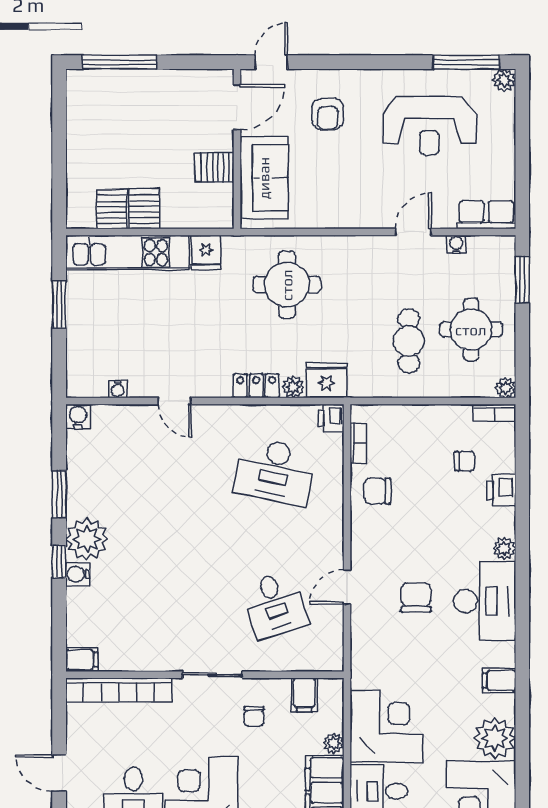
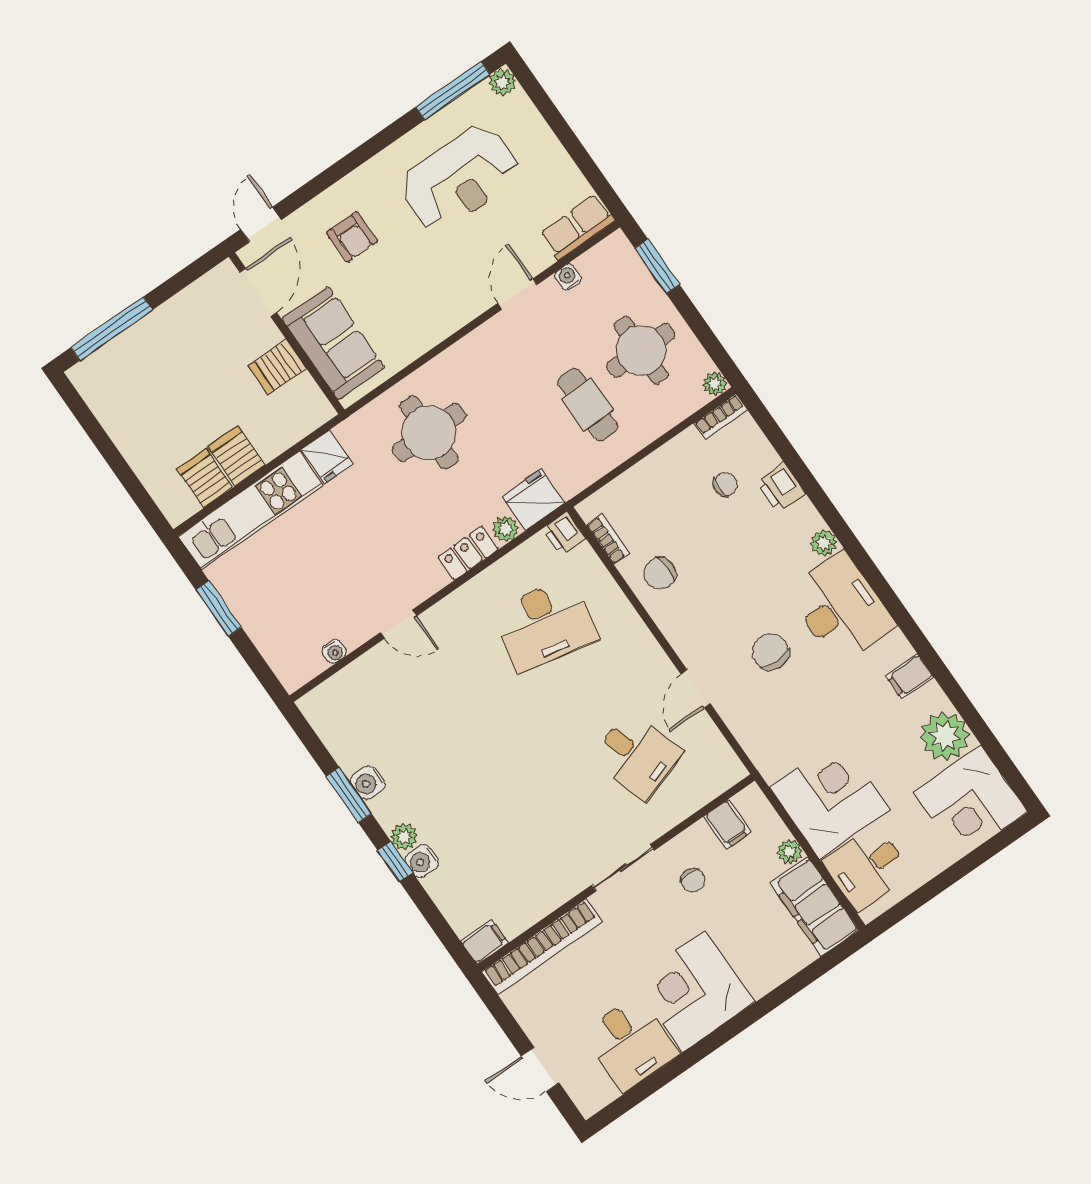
water cooler: (78, 417) -> (368, 783), moved, turned -90
plant: (87, 539) -> (404, 837), width x0.53, depth x0.53

